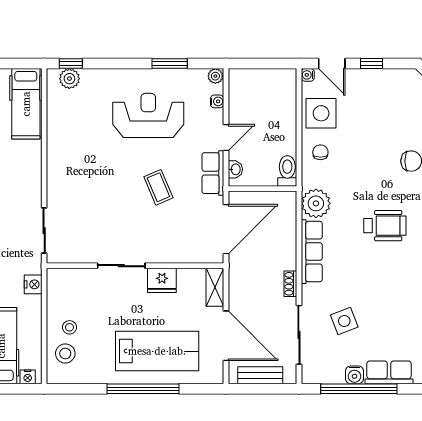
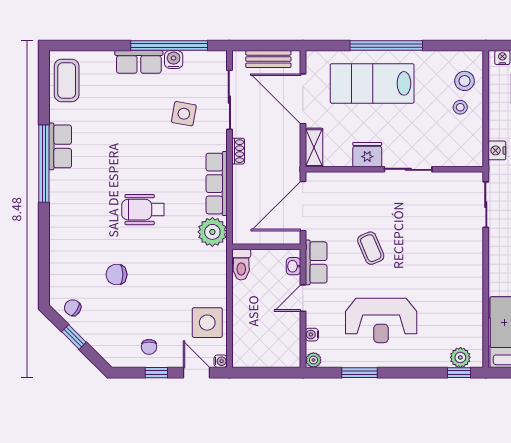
chair: (320, 152) -> (149, 347), moved
side table: (344, 321) -> (184, 114), turned 31

